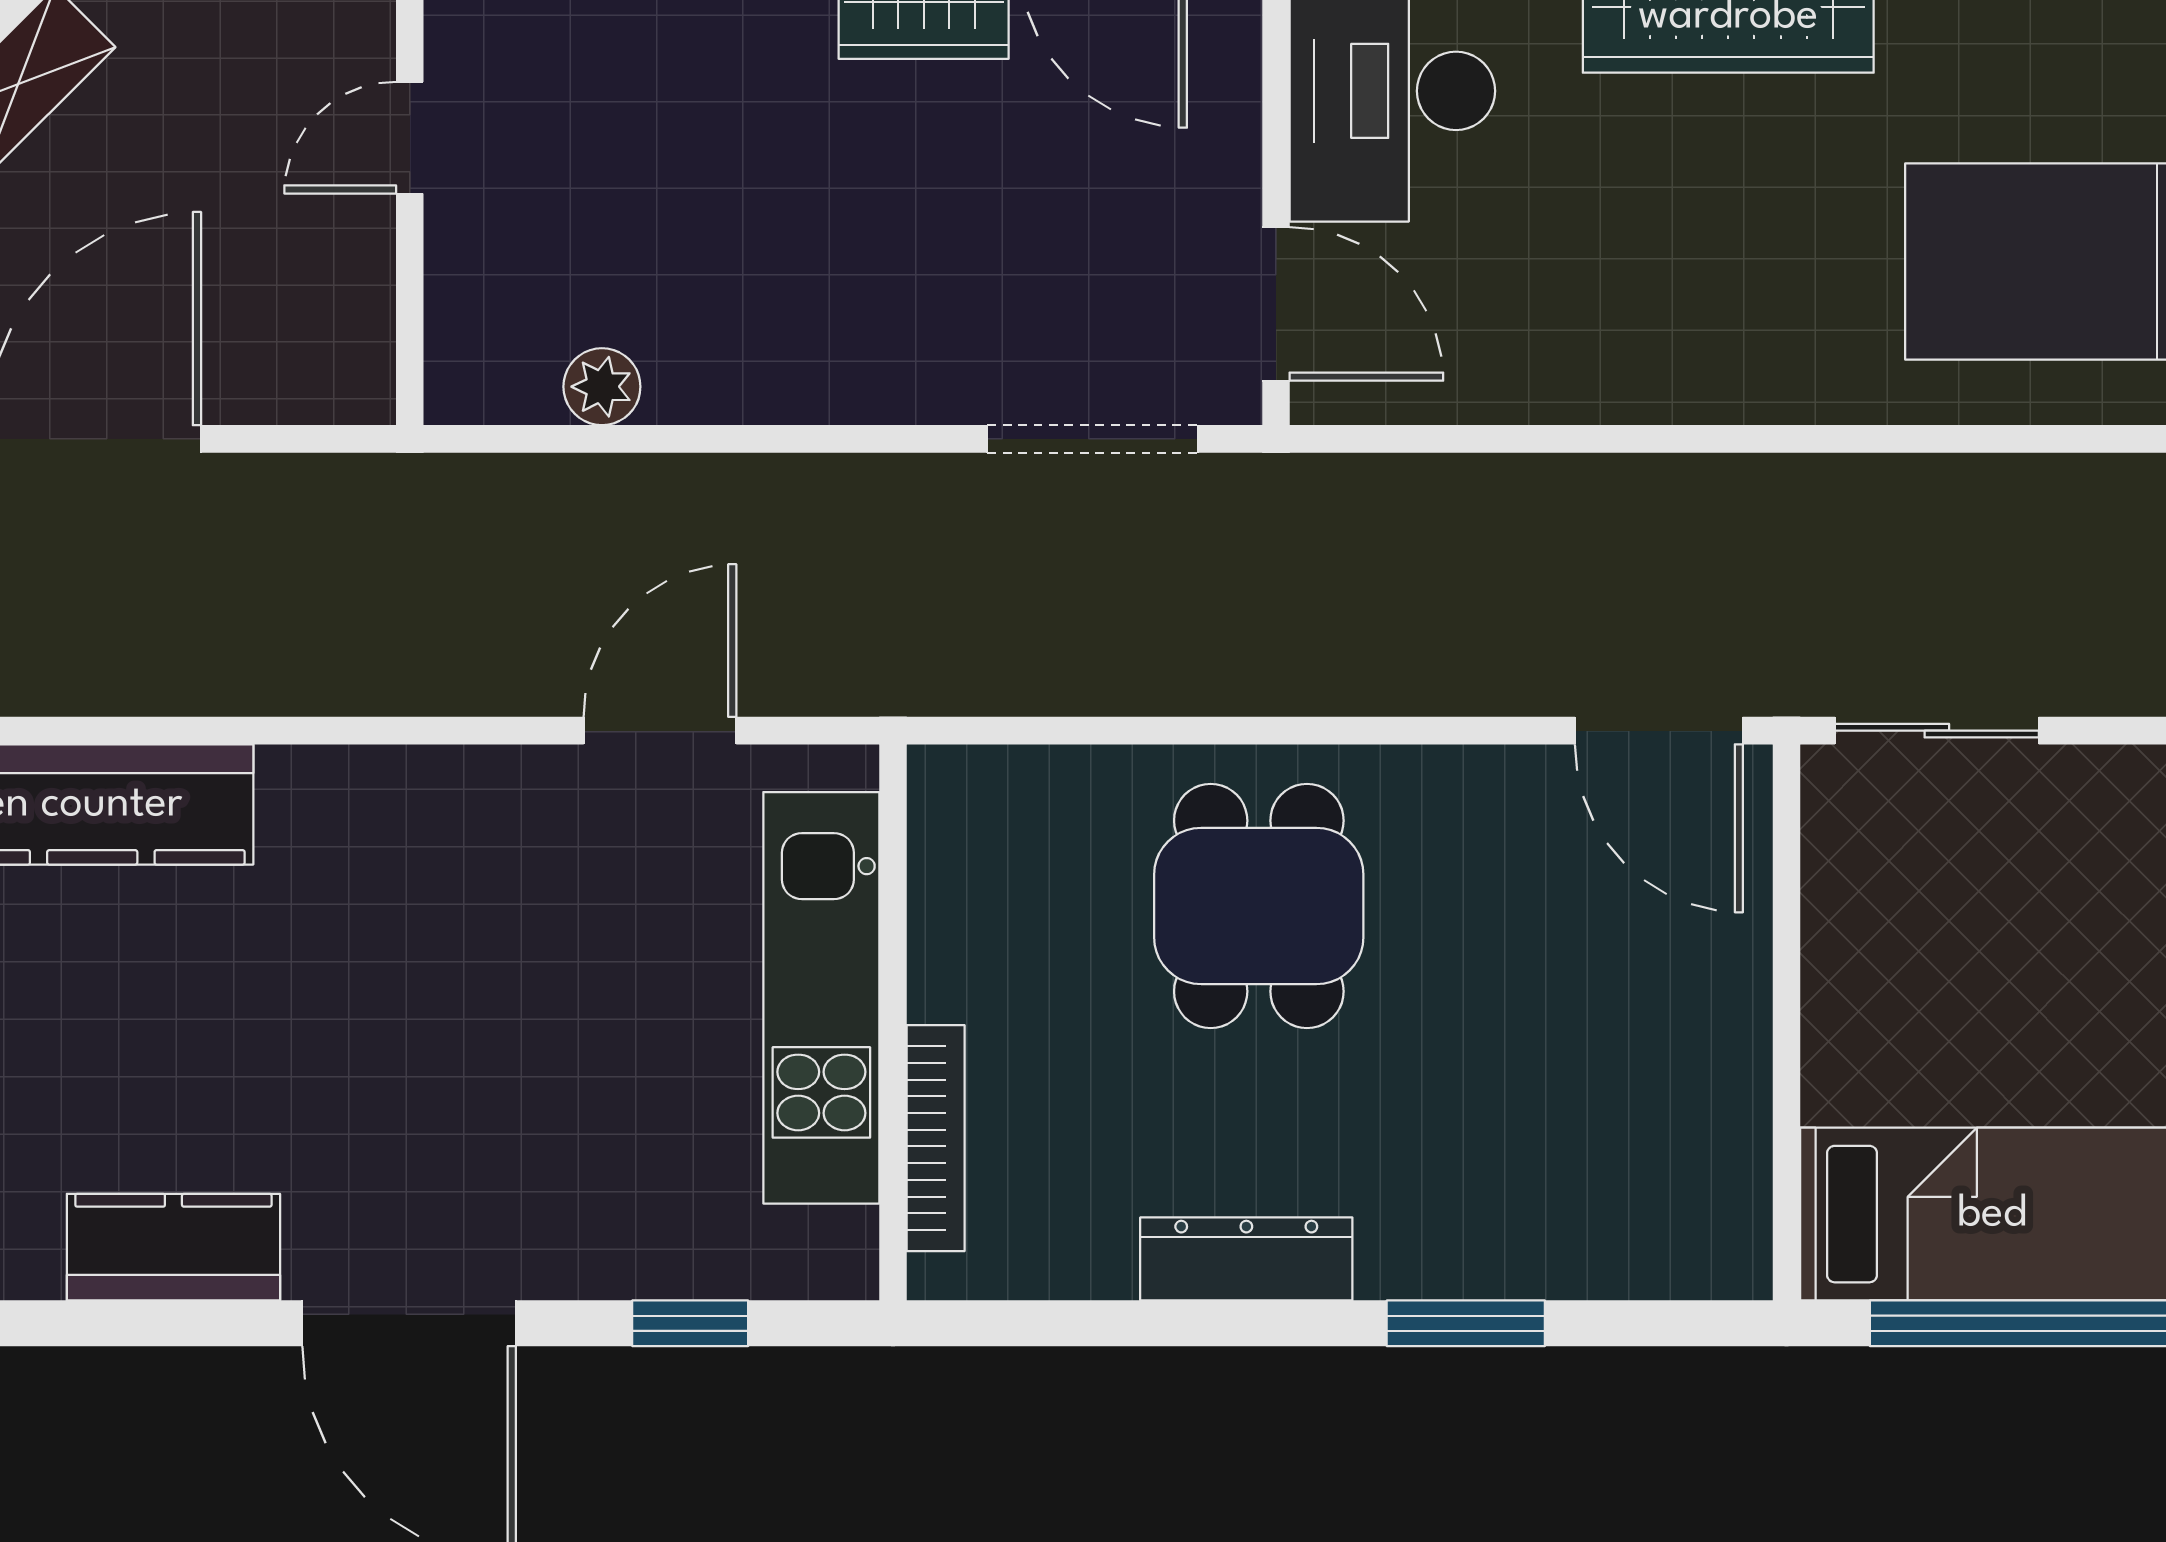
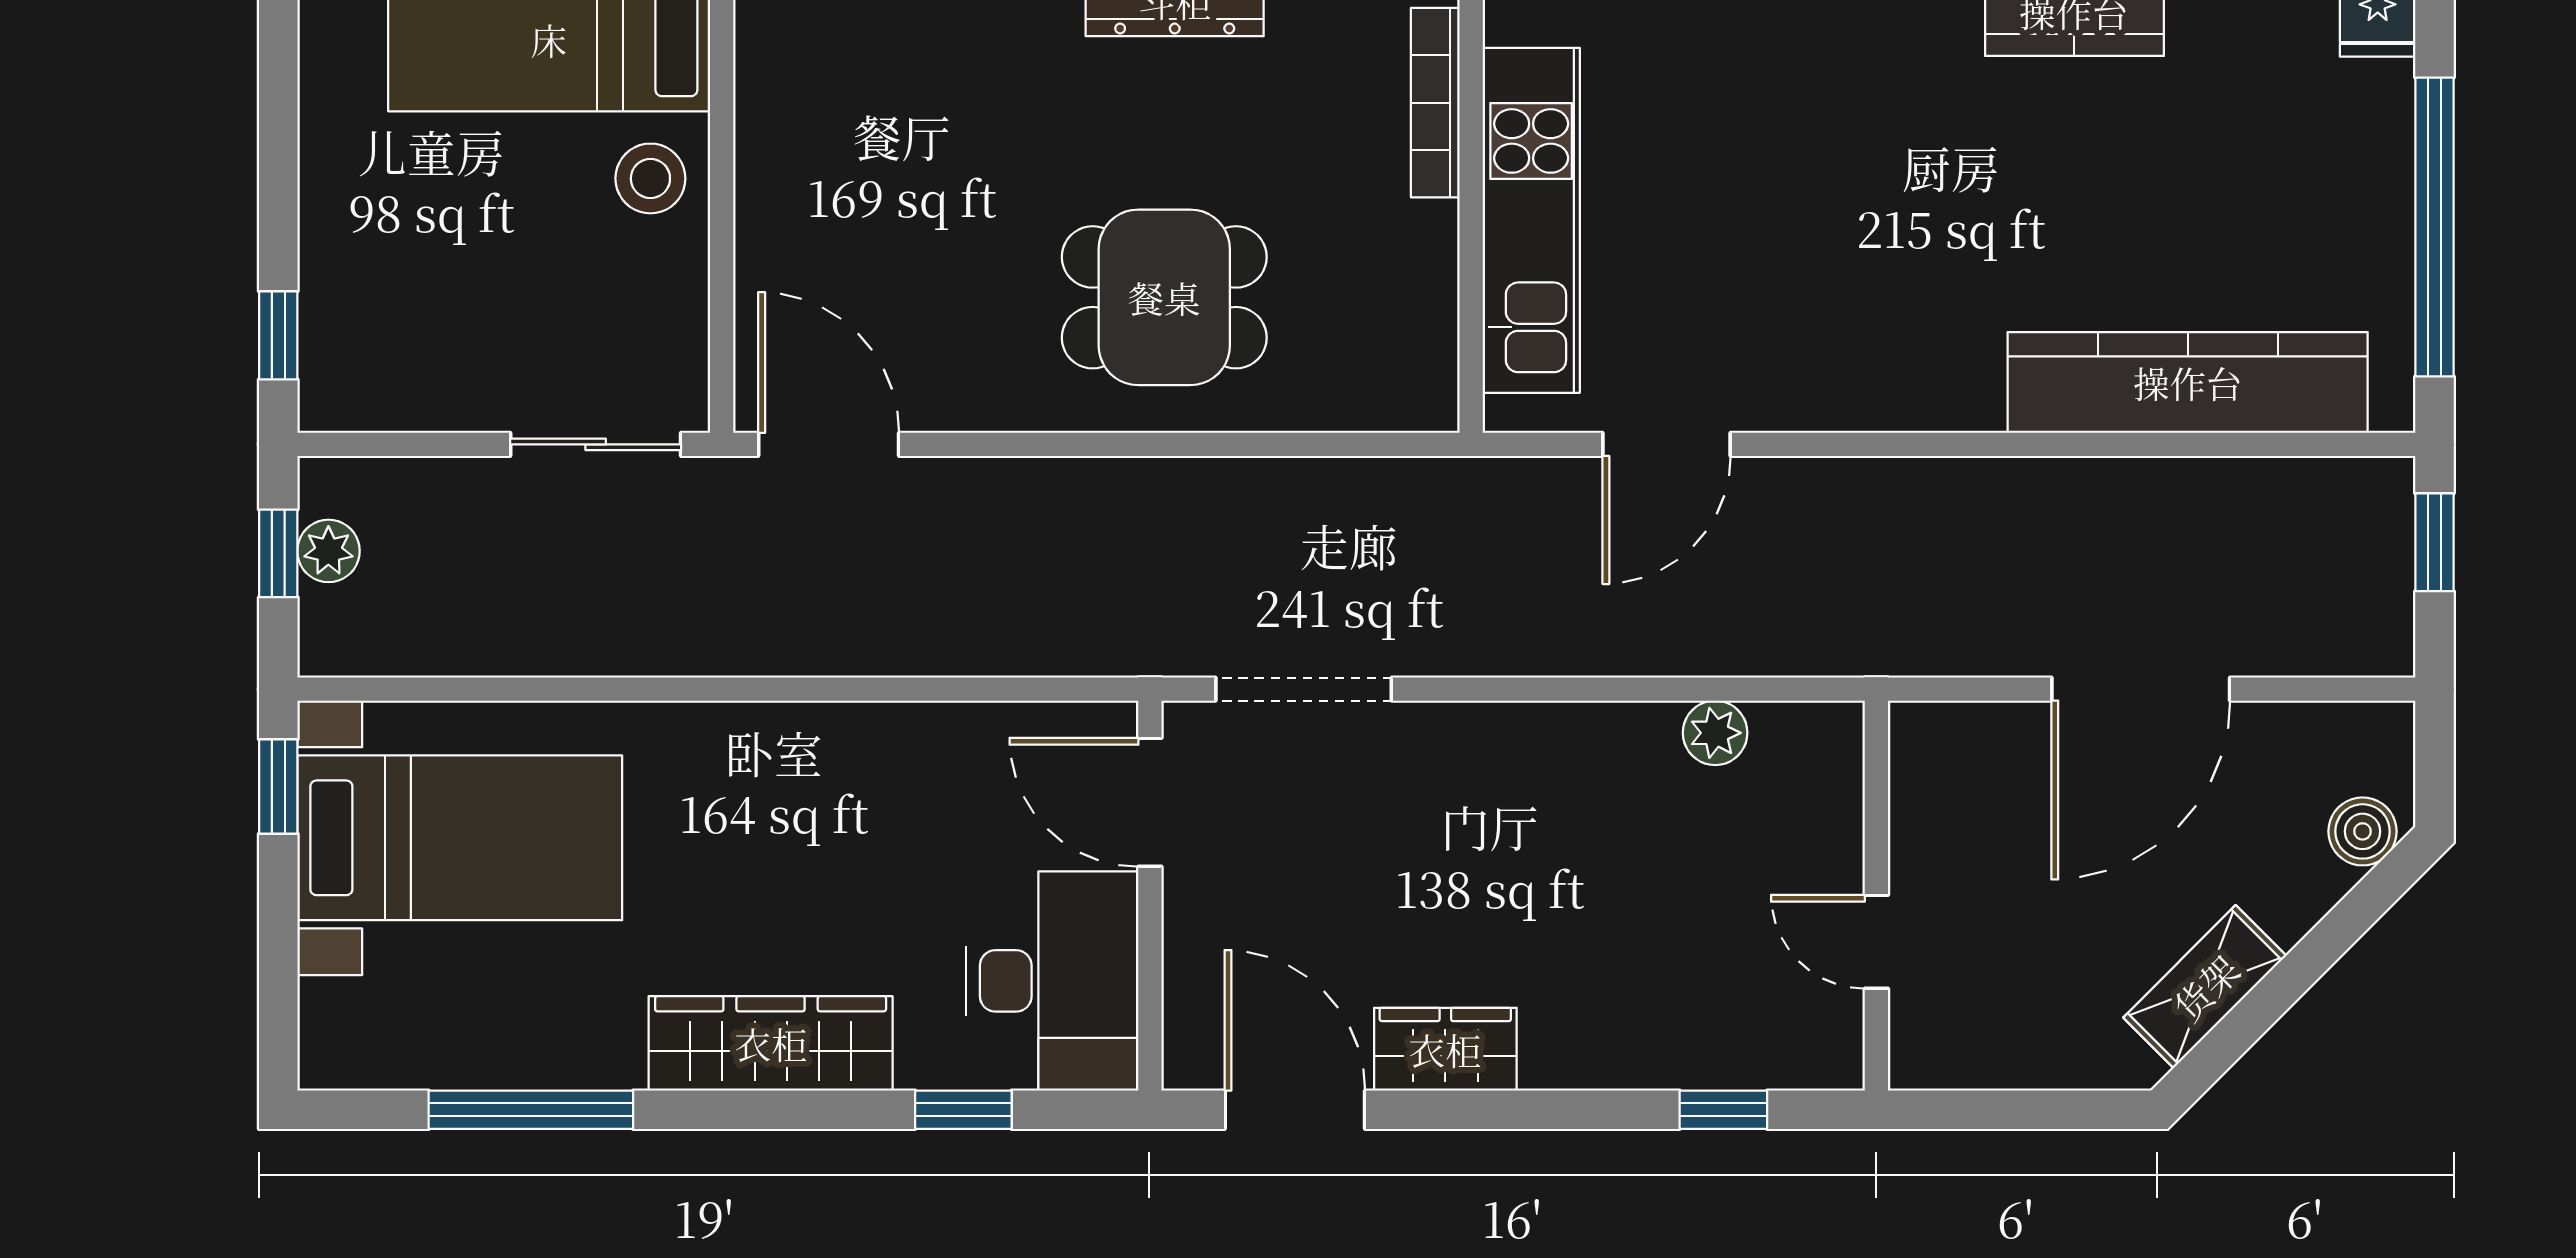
door: (410, 138) -> (1876, 942), swing flipped
dining table: (1259, 906) -> (1164, 297), turned 90
stool: (1871, 1048) -> (650, 178), added

